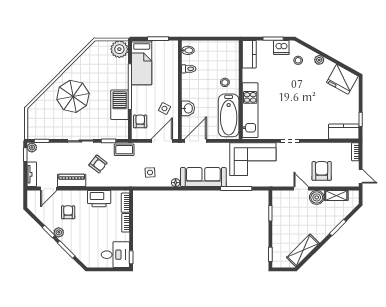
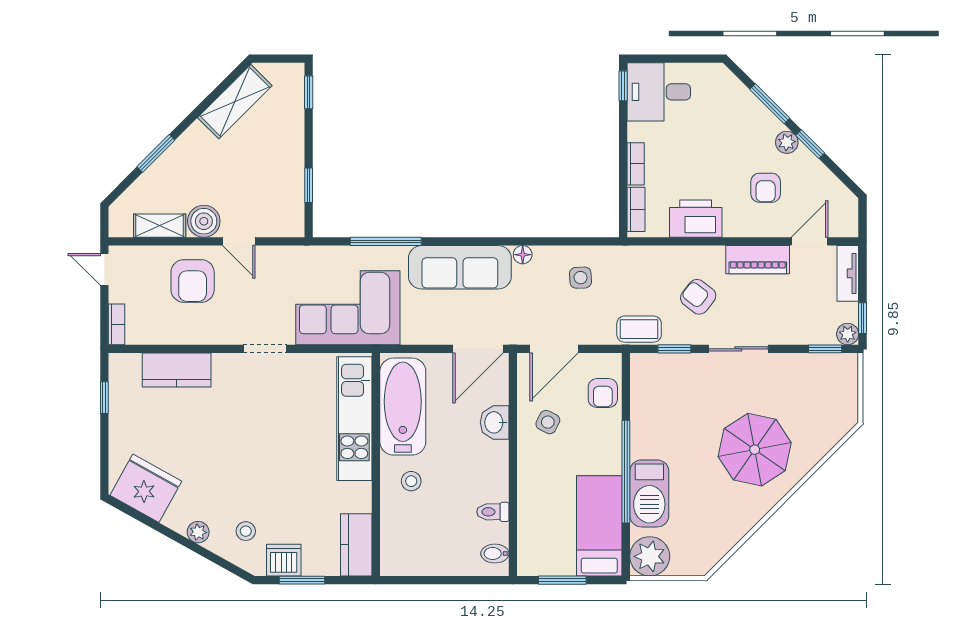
barbecue: (120, 105) -> (649, 493), moved
kitchen counter: (344, 132) -> (177, 370), moved

